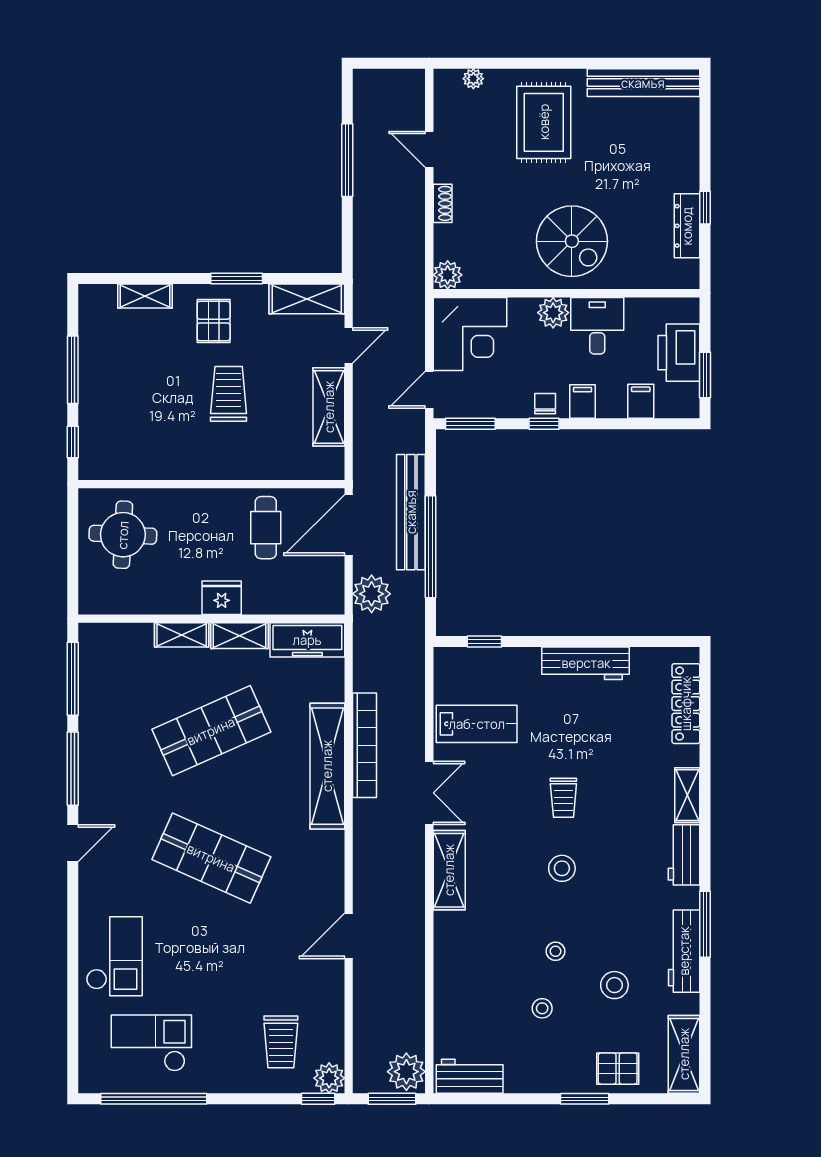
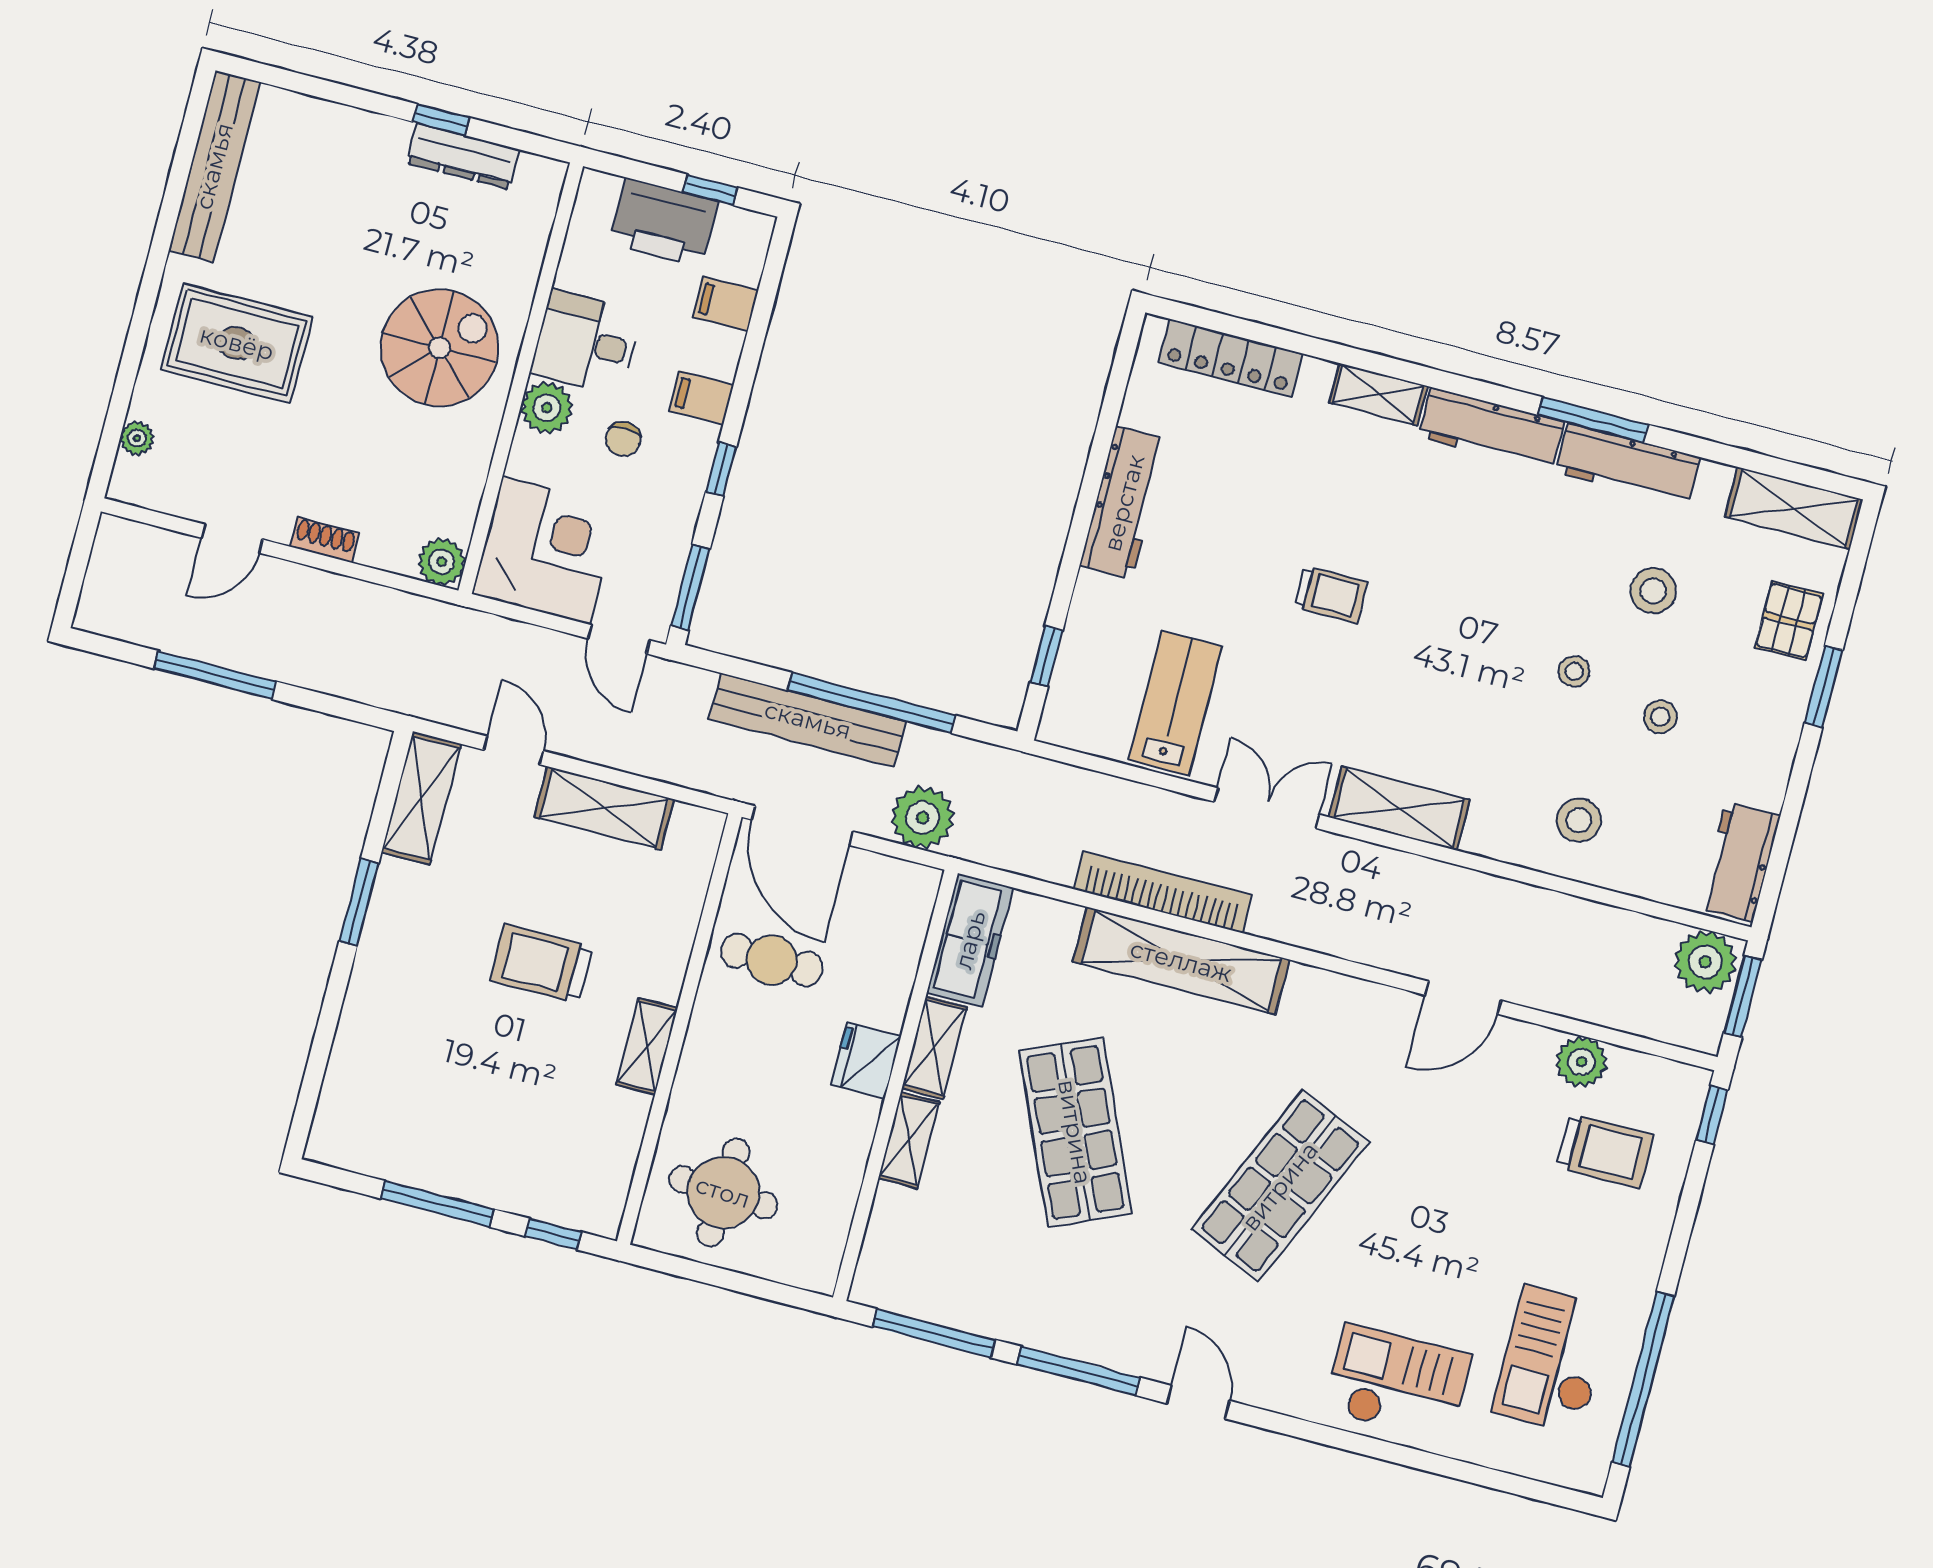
shelving: (145, 296) -> (647, 1046), moved
pallet: (214, 321) -> (418, 957), removed
window: (705, 375) -> (710, 190), width x0.67
chair: (545, 404) -> (623, 439), moved, turned -90
workbench: (684, 855) -> (1491, 429), width x1.38
stool: (562, 868) -> (1579, 820), moved
door: (349, 936) -> (1463, 998), hinge flipped
plant: (329, 1078) -> (1581, 1062), moved

